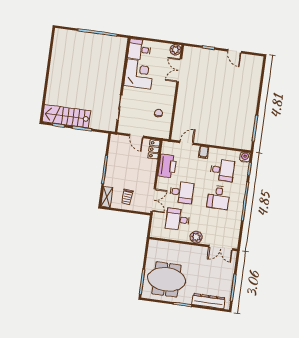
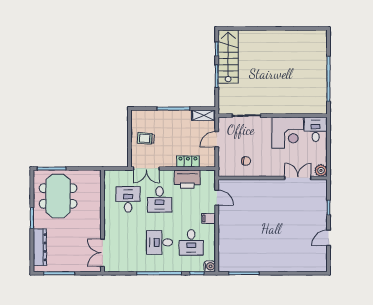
locker: (154, 149) -> (188, 161), moved
shelving: (107, 197) -> (203, 115), moved
plant: (196, 237) -> (111, 223), removed

